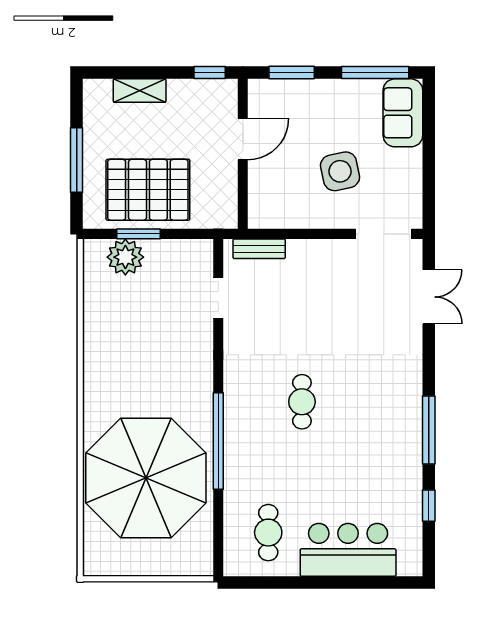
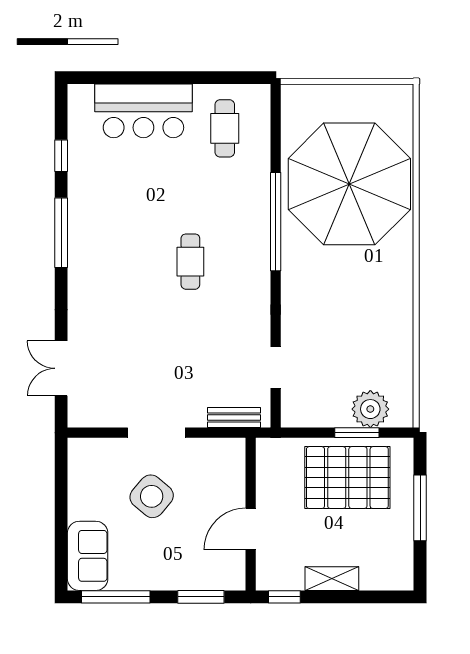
shelving: (140, 90) -> (332, 579), moved
side table: (340, 171) -> (152, 496), turned -38
doorway: (383, 234) -> (156, 433), moved

